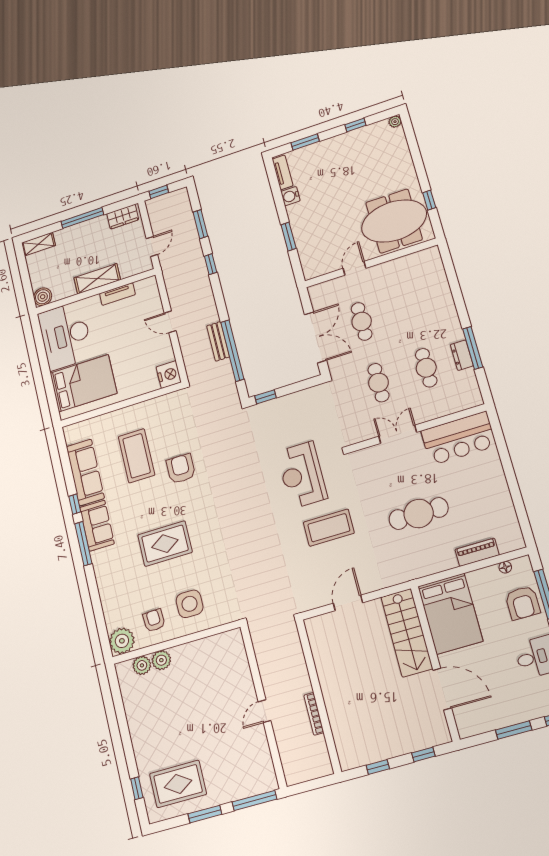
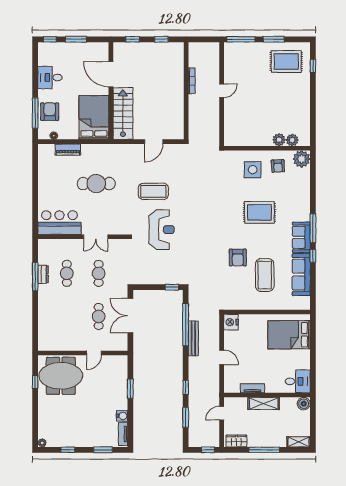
desk: (65, 336) -> (298, 381), width x0.53, depth x0.77
bench: (218, 341) -> (193, 338), width x1.36

